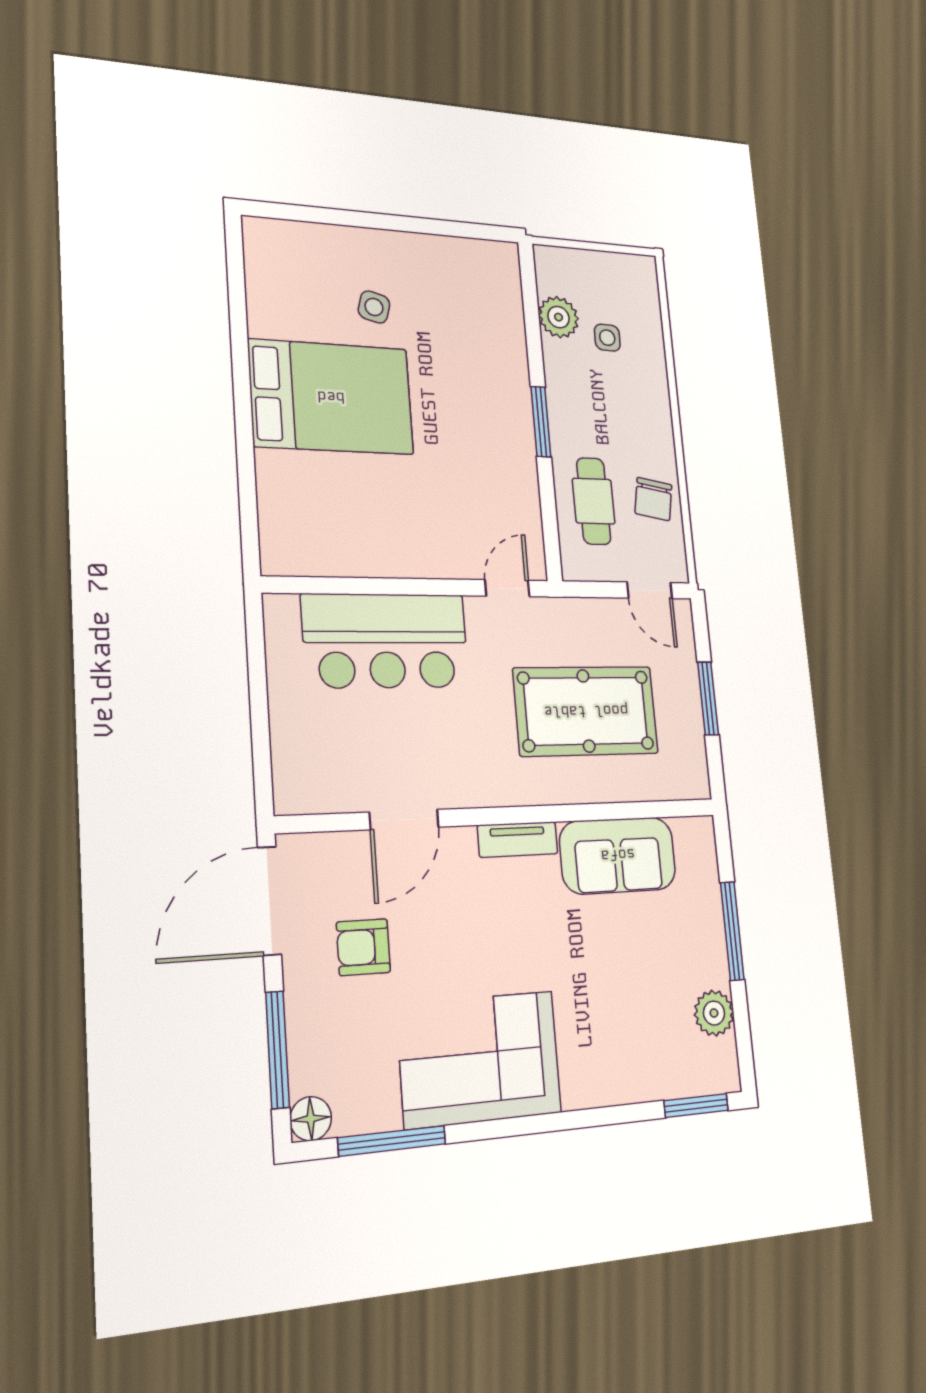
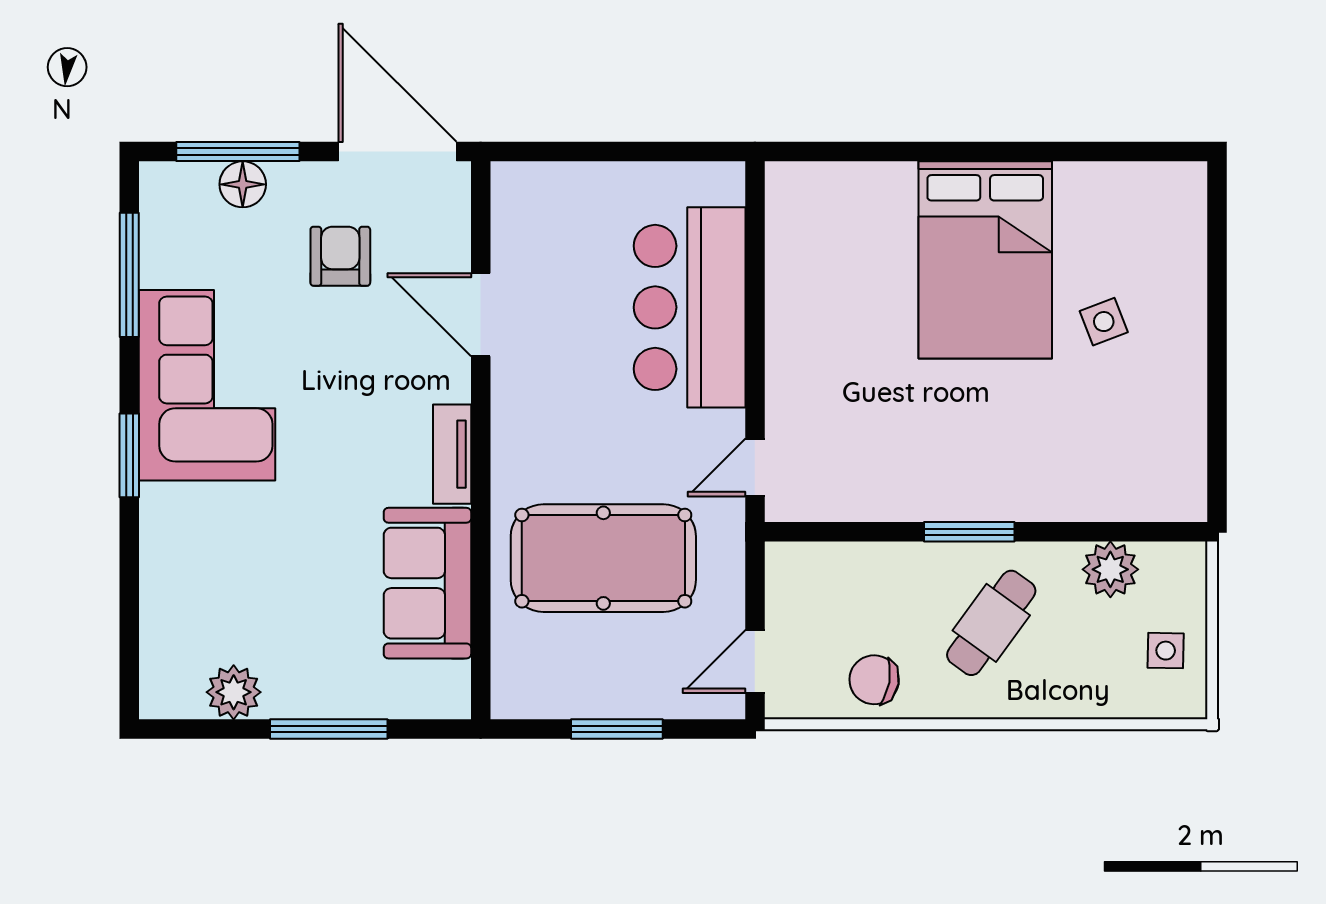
side table: (374, 307) -> (1104, 322), turned -36
side table: (607, 338) -> (1166, 651), moved
cafe table: (594, 501) -> (991, 623), moved, turned -54
door: (507, 588) -> (755, 467), swing flipped
pool table: (586, 711) -> (603, 558), turned 90
window: (696, 1106) -> (129, 455), moved
floor lamp: (311, 1119) -> (243, 184), moved

